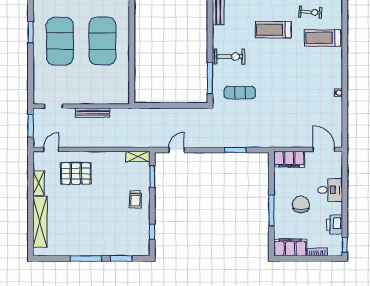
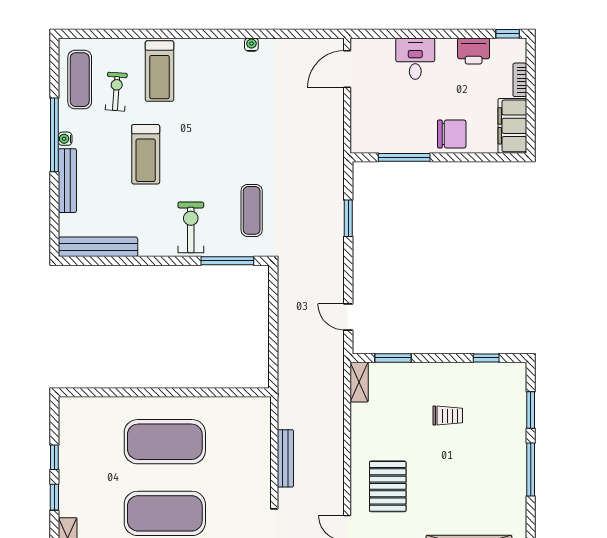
filing cabinet: (289, 159) -> (364, 128), removed
trolley: (135, 199) -> (448, 416), moved
chair: (301, 205) -> (452, 134), moved, turned 180
window: (271, 210) -> (404, 157), moved

